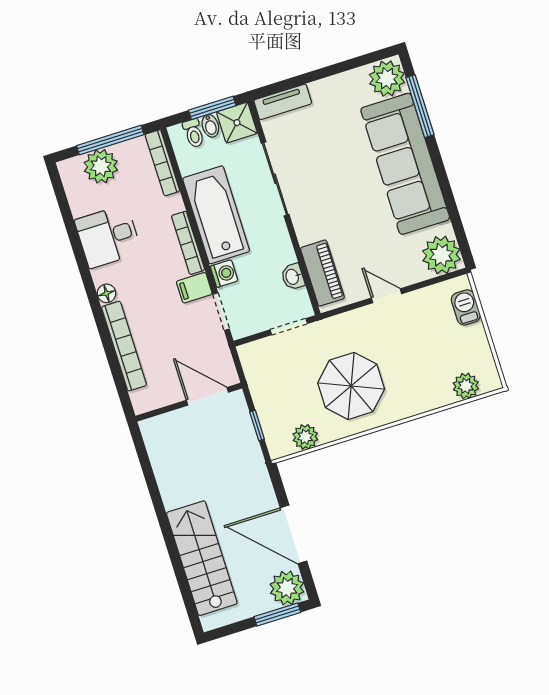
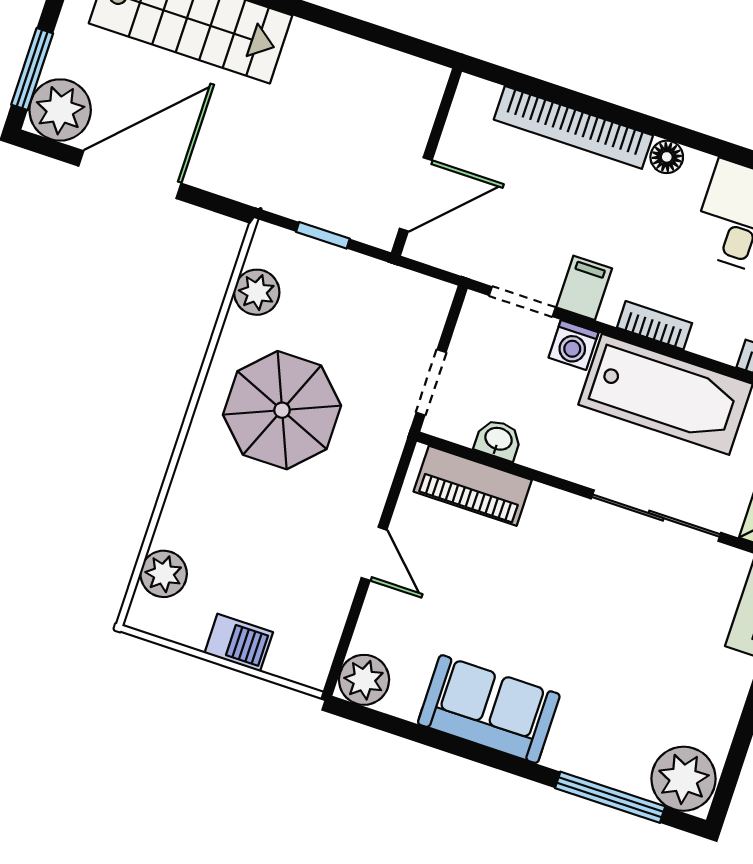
sofa: (405, 164) -> (489, 709), width x0.54, depth x0.79
bookcase: (188, 243) -> (655, 325), width x0.64
plant: (441, 255) -> (364, 680), width x0.73, depth x0.73
door: (387, 296) -> (374, 554), hinge flipped
barbecue: (466, 307) -> (239, 643), moved

